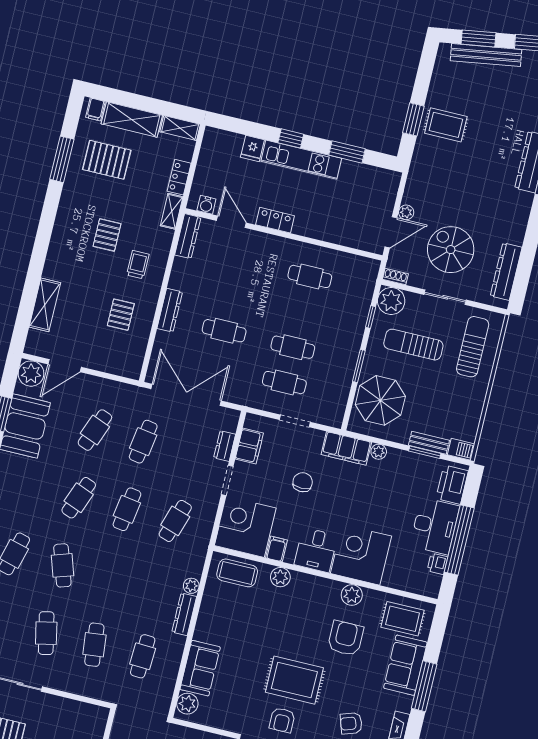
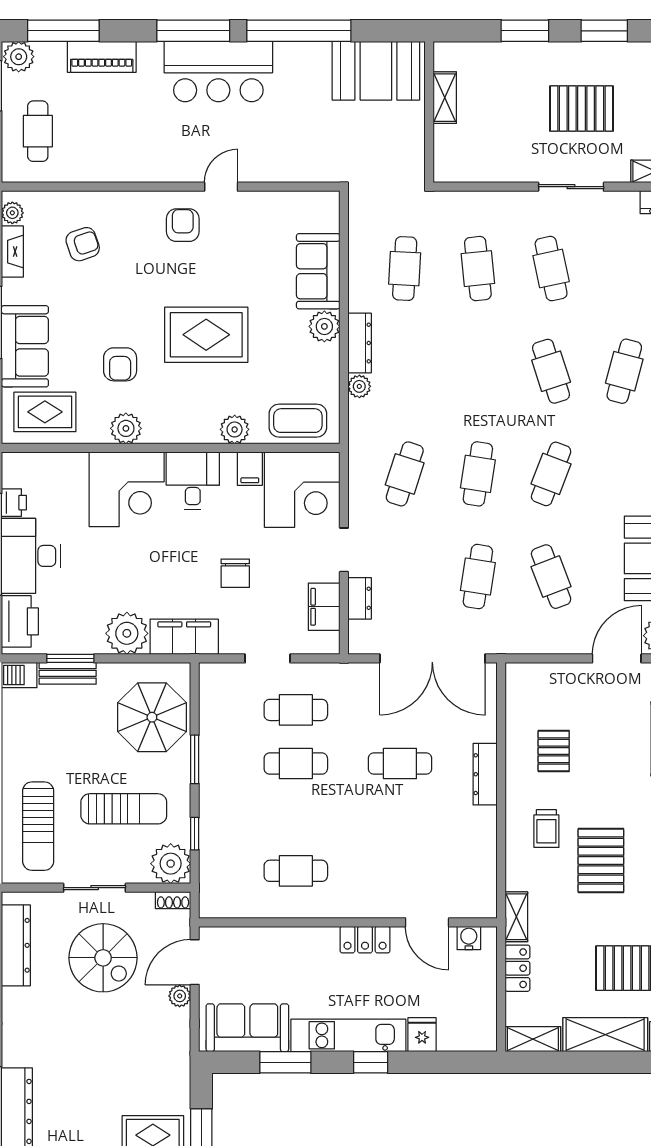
sofa: (367, 181) -> (247, 1028), added
pallet: (107, 235) -> (601, 861), width x1.50, depth x1.42
dresser: (188, 236) -> (485, 887), removed
cafe table: (95, 430) -> (551, 577), turned -42
plant: (379, 452) -> (127, 633), width x1.88, depth x1.88
armchair: (345, 638) -> (120, 364), width x0.72, depth x0.72
rug: (294, 680) -> (206, 335), moved
plant: (187, 704) -> (324, 326), moved

